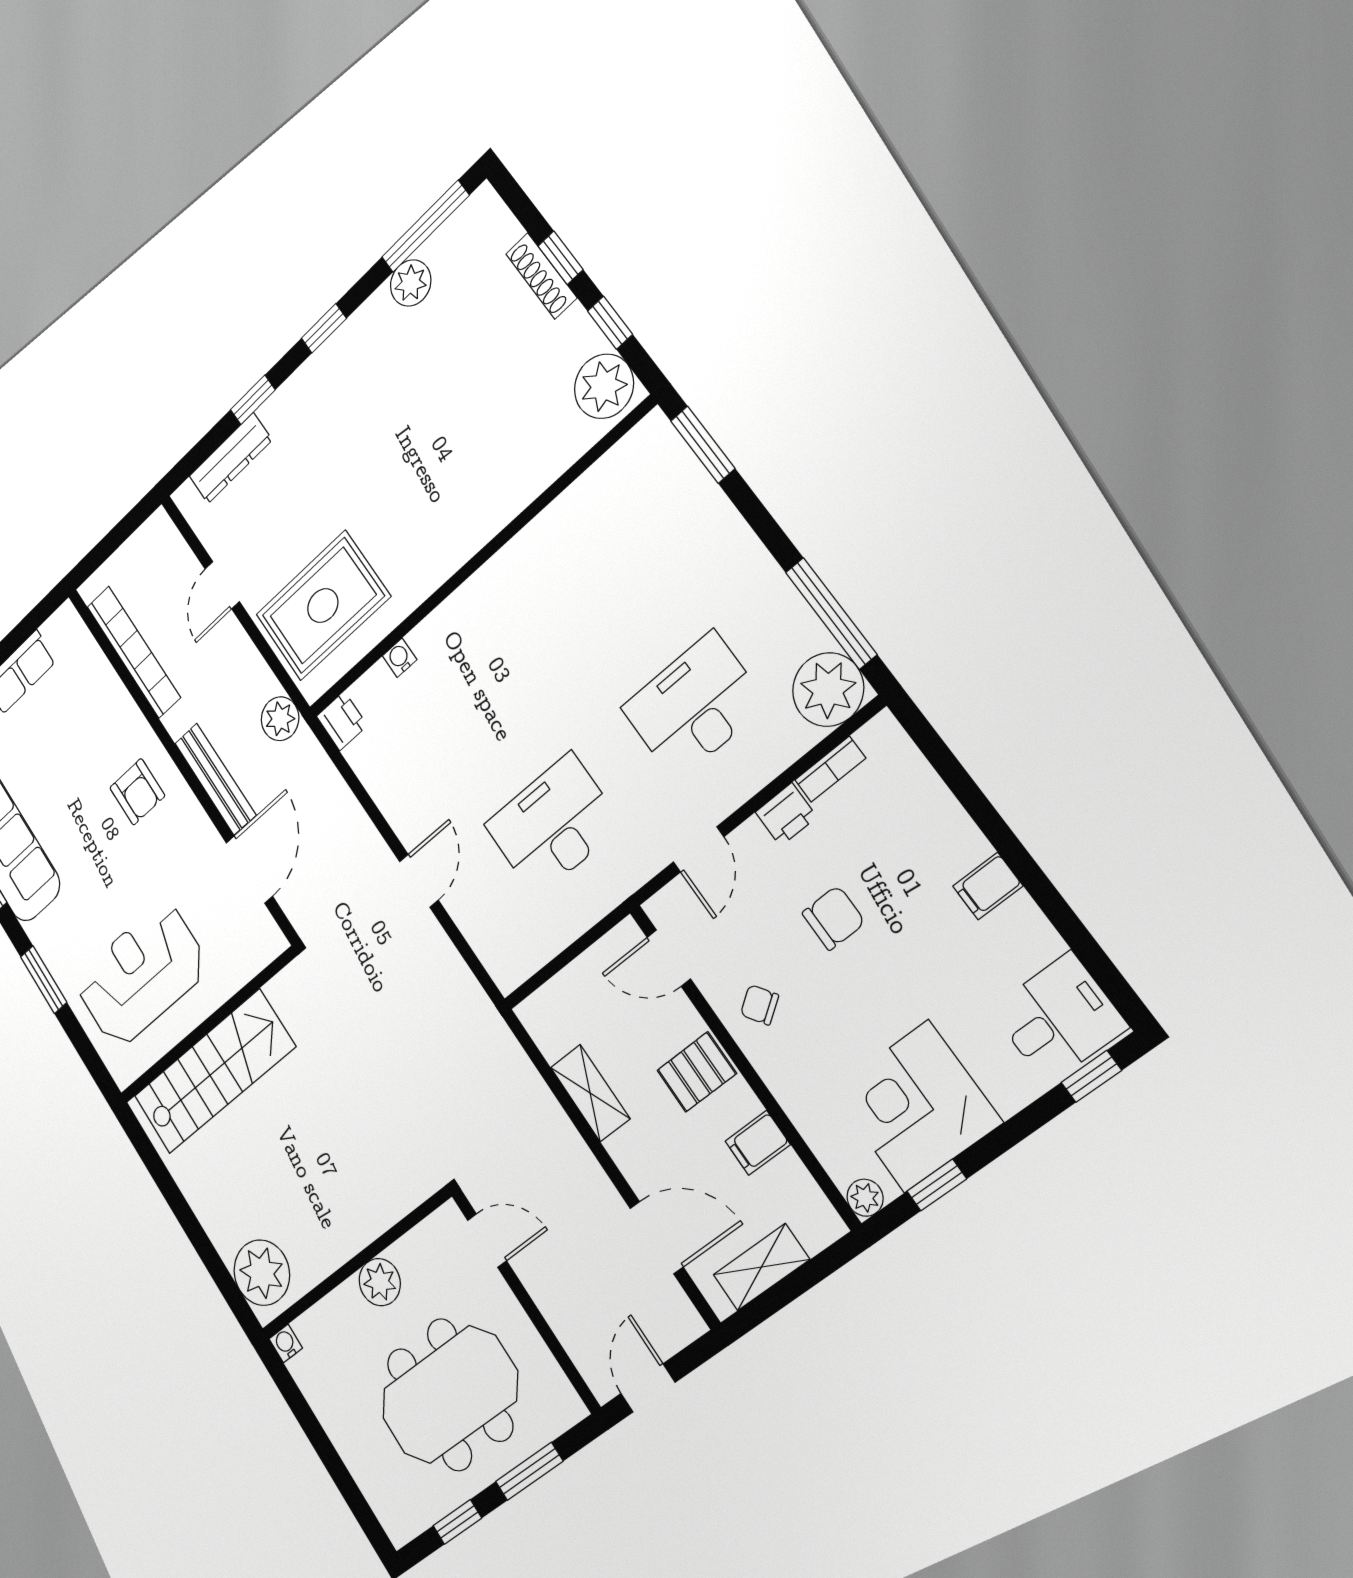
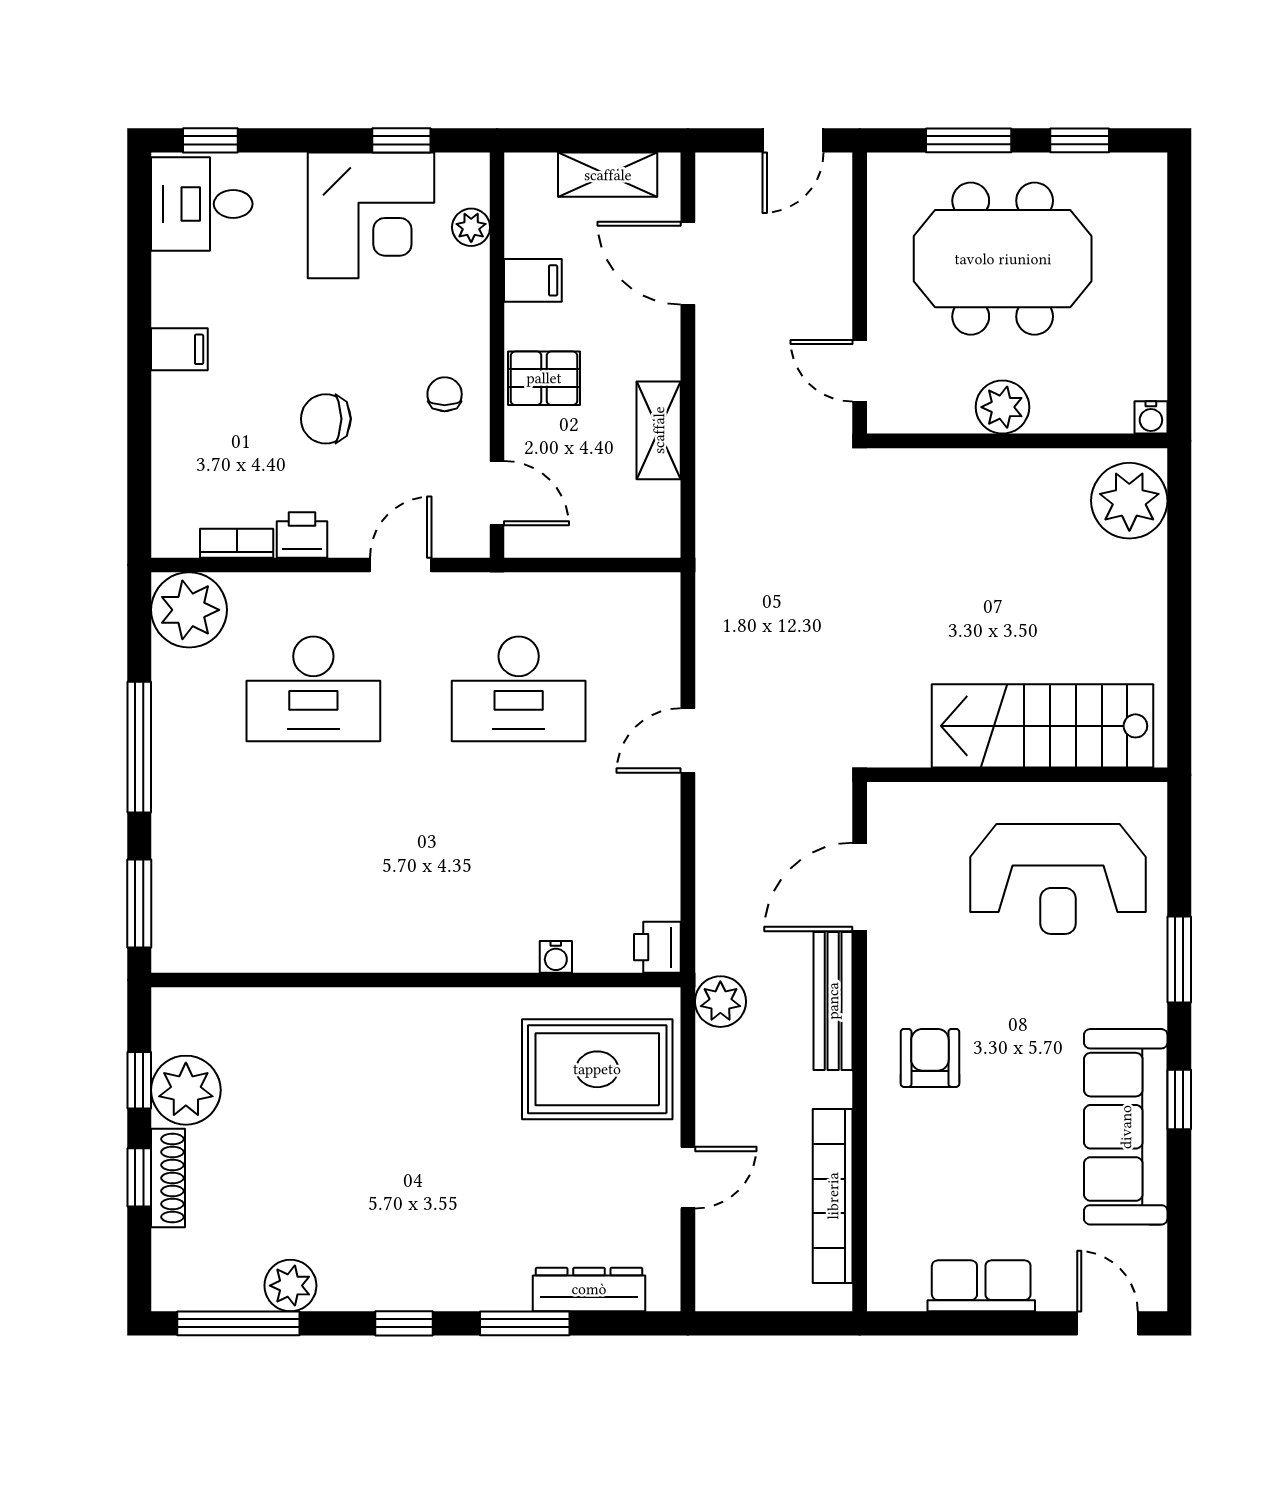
plant: (604, 386) -> (186, 1090), moved
window: (253, 400) -> (525, 1323), width x1.50
window: (831, 613) -> (139, 747), moved
chair: (759, 1005) -> (445, 394), turned -145
plant: (865, 1198) -> (471, 227), moved

